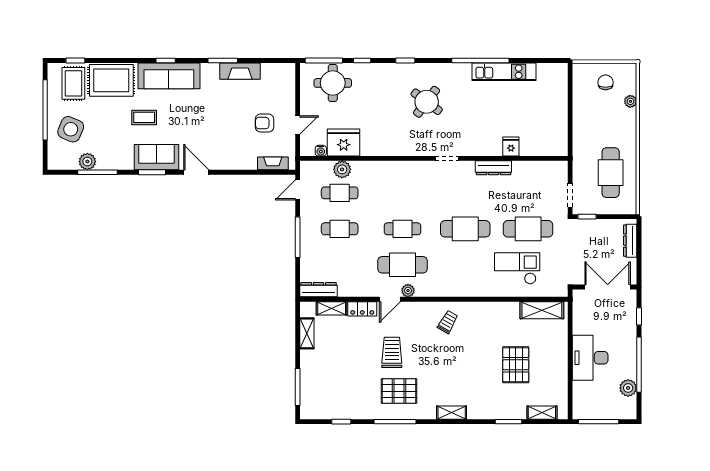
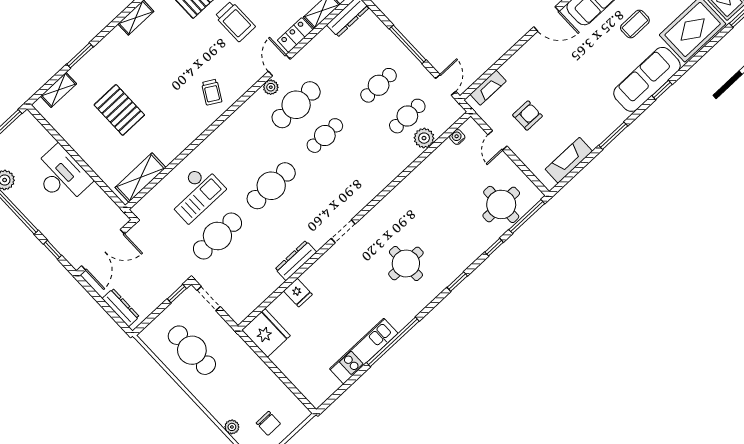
fireplace: (240, 71) -> (569, 160), moved
round table: (427, 102) -> (406, 263), turned -37
fridge: (344, 143) -> (266, 333), moved, turned -90

